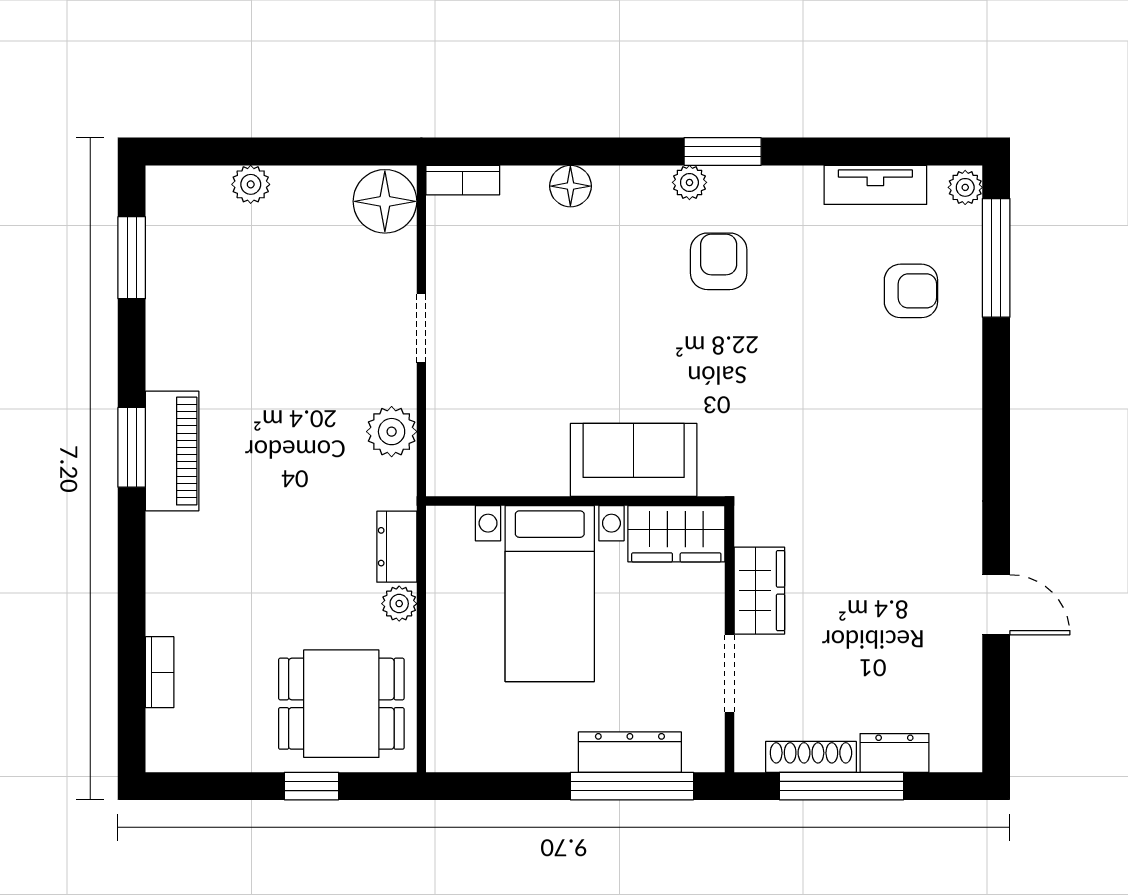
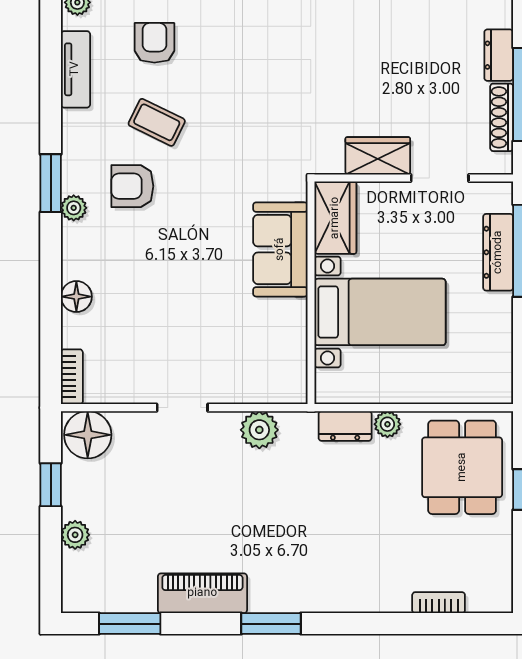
window: (318, 151) -> (51, 485), added
coffee table: (804, 294) -> (157, 122), added
piano: (172, 451) -> (202, 593), moved

